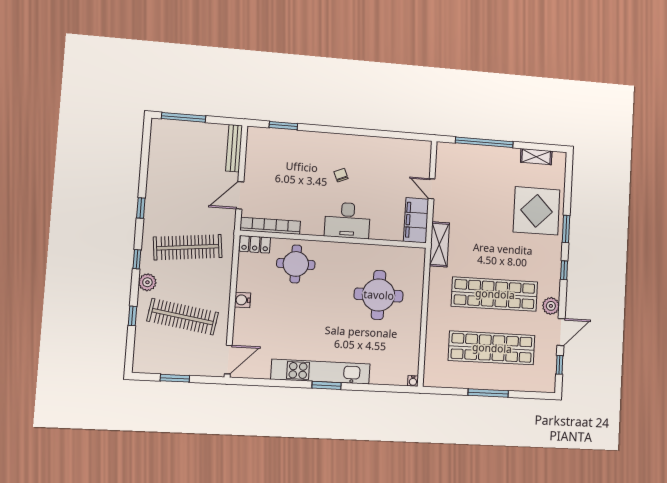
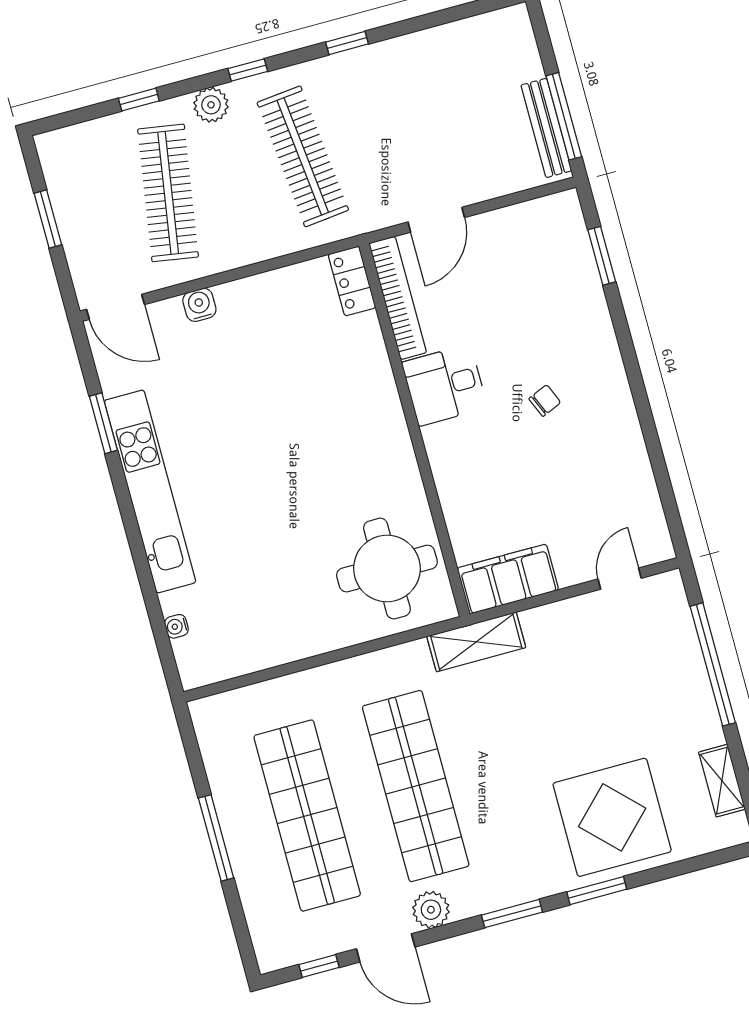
window: (184, 117) -> (564, 116), moved
bench: (234, 148) -> (546, 128), moved, turned 90
door: (432, 189) -> (620, 579), moved
door: (240, 195) -> (436, 220), swing flipped
desk: (347, 220) -> (444, 385), moved, width x0.73
round table: (296, 264) -> (341, 372), removed
window: (564, 270) -> (512, 914), width x1.50
round table: (379, 295) -> (387, 569), moved
water cooler: (243, 300) -> (199, 305), moved
water cooler: (413, 381) -> (176, 626), moved
window: (327, 385) -> (103, 423), moved

